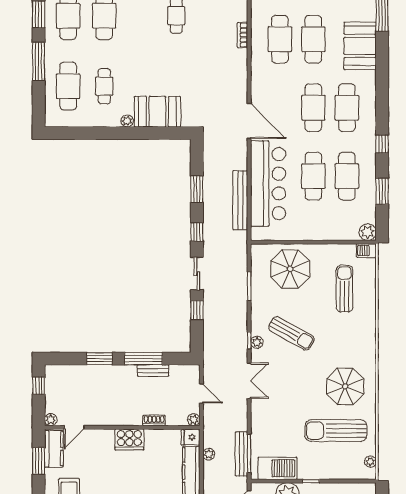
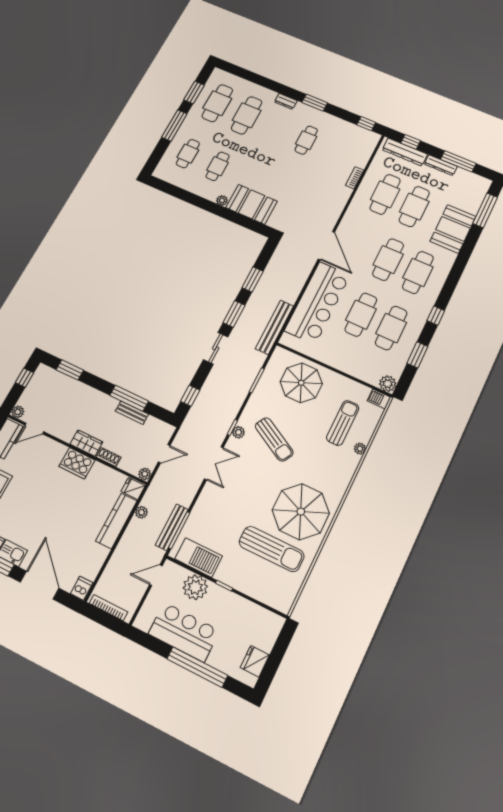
cafe table: (68, 86) -> (188, 154), width x0.73, depth x0.74
bench: (240, 200) -> (274, 327), moved
window: (197, 232) -> (234, 314), width x1.50
window: (197, 310) -> (190, 396), moved
window: (100, 359) -> (70, 370), moved
parasol: (345, 386) -> (301, 512), width x1.36, depth x1.36
door: (201, 394) -> (164, 454), hinge flipped
wardrobe: (128, 418) -> (86, 443), added
sun lounger: (336, 431) -> (272, 549), turned 180
plant: (370, 462) -> (360, 449), moved

